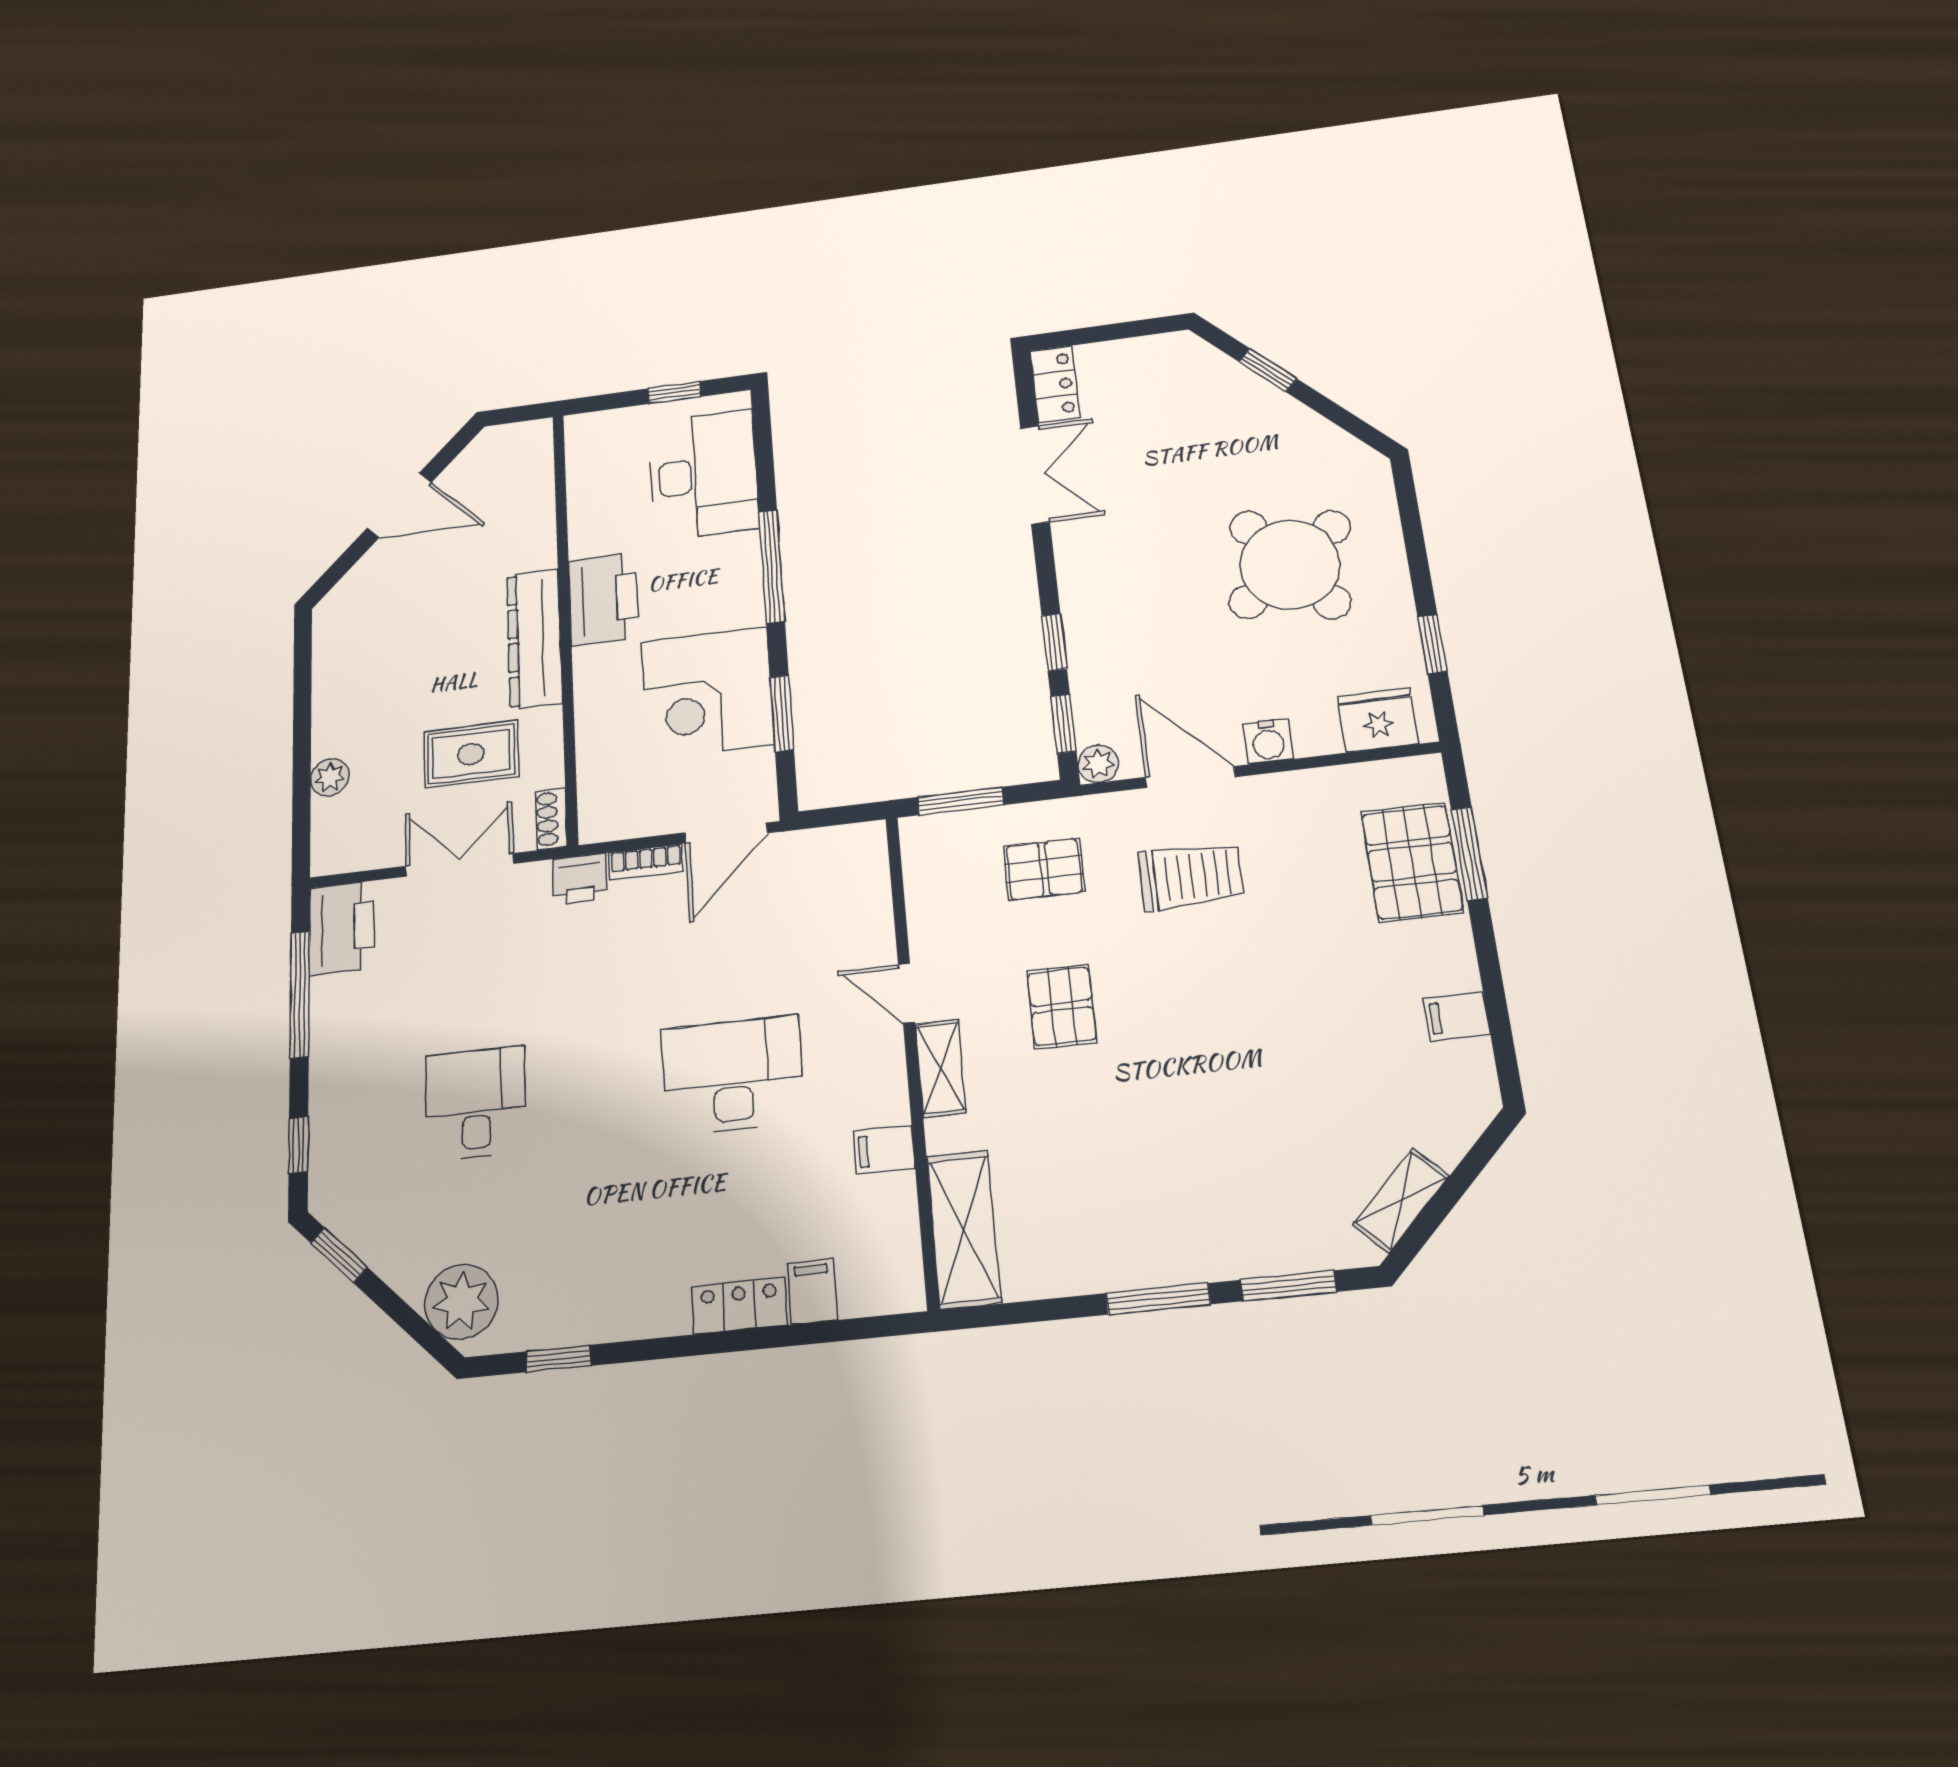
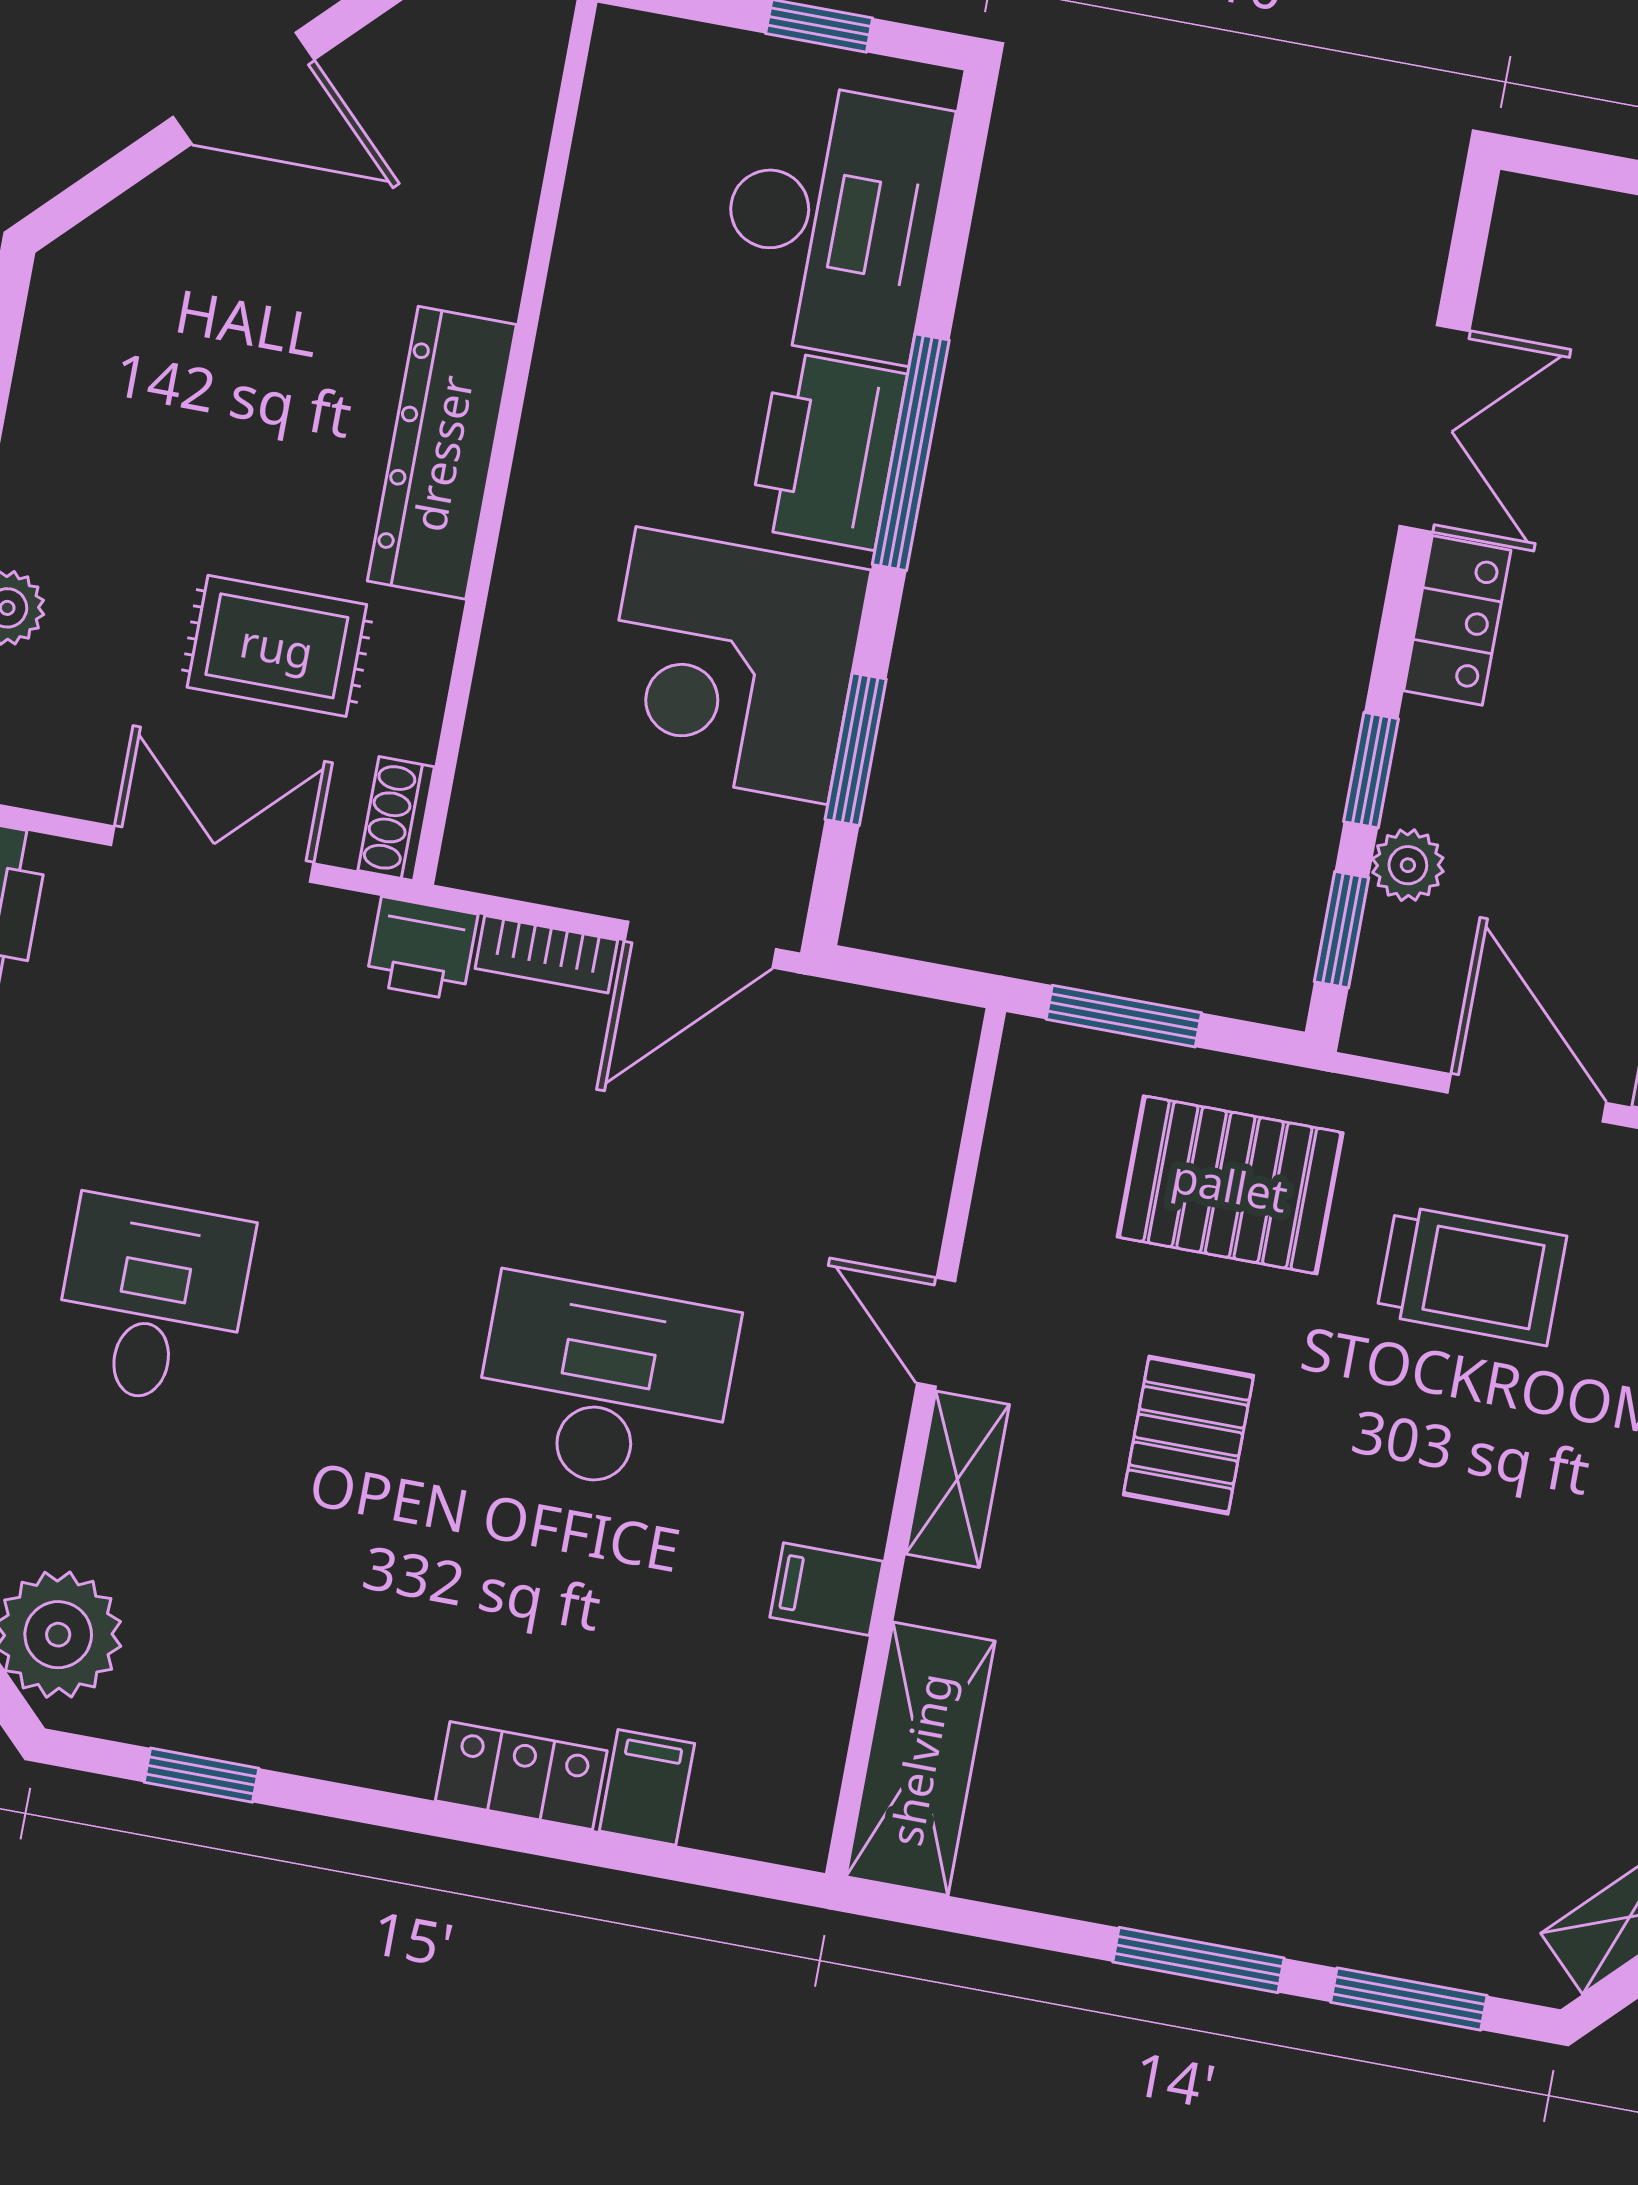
locker: (1055, 384) -> (1457, 620), moved
printer: (603, 599) -> (827, 451), moved, turned 180
plant: (1098, 764) -> (1408, 865), moved
pallet: (1044, 869) -> (1230, 1185), width x1.50, depth x1.42

